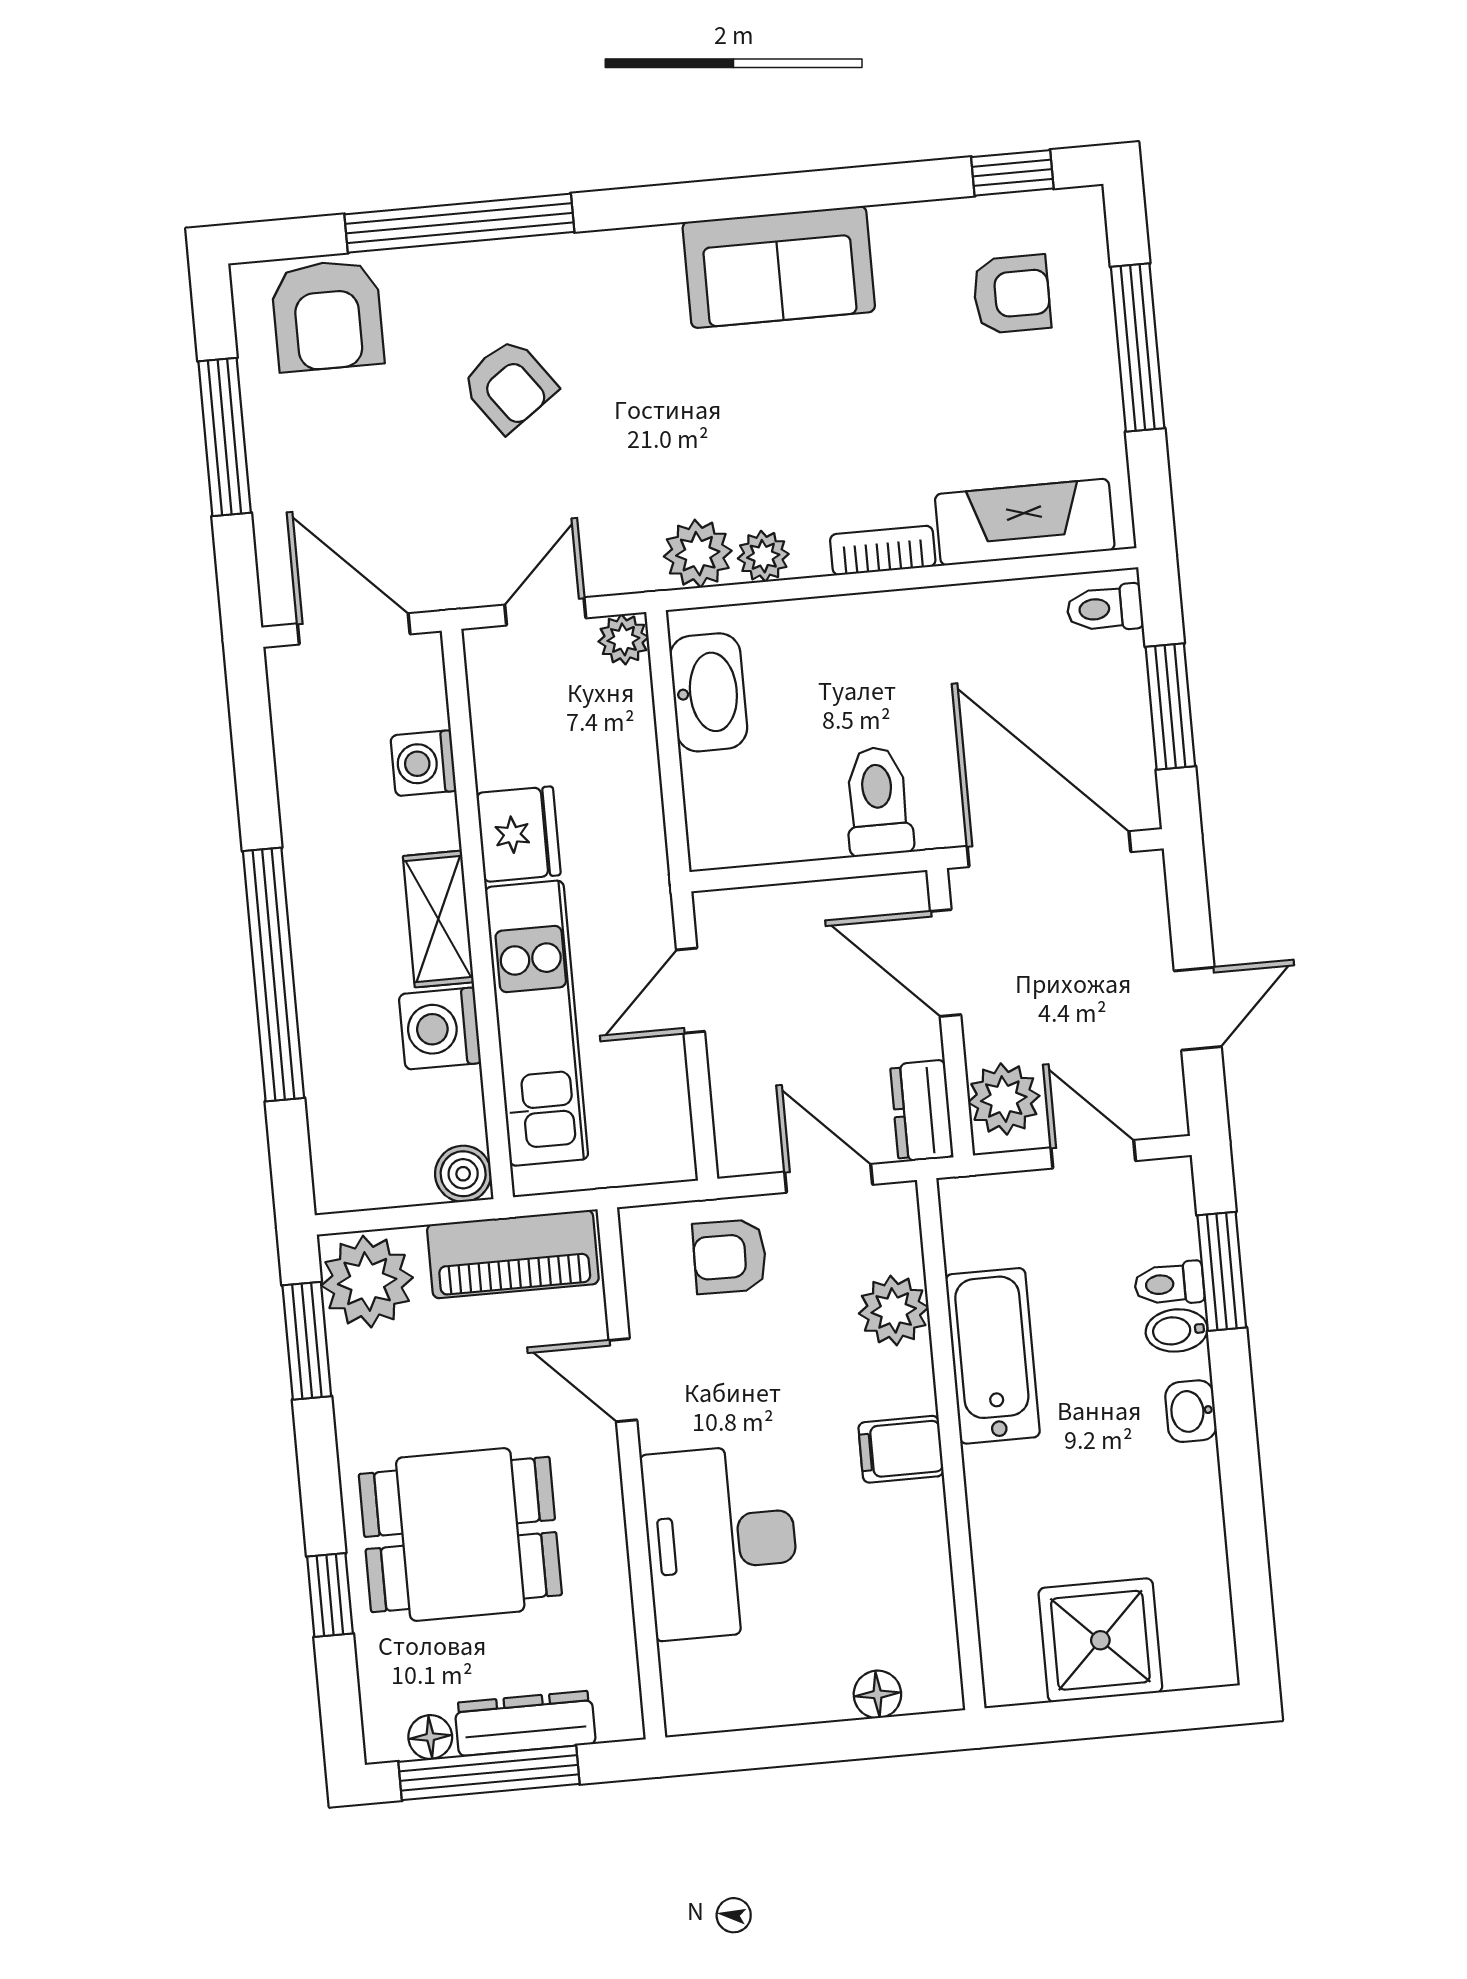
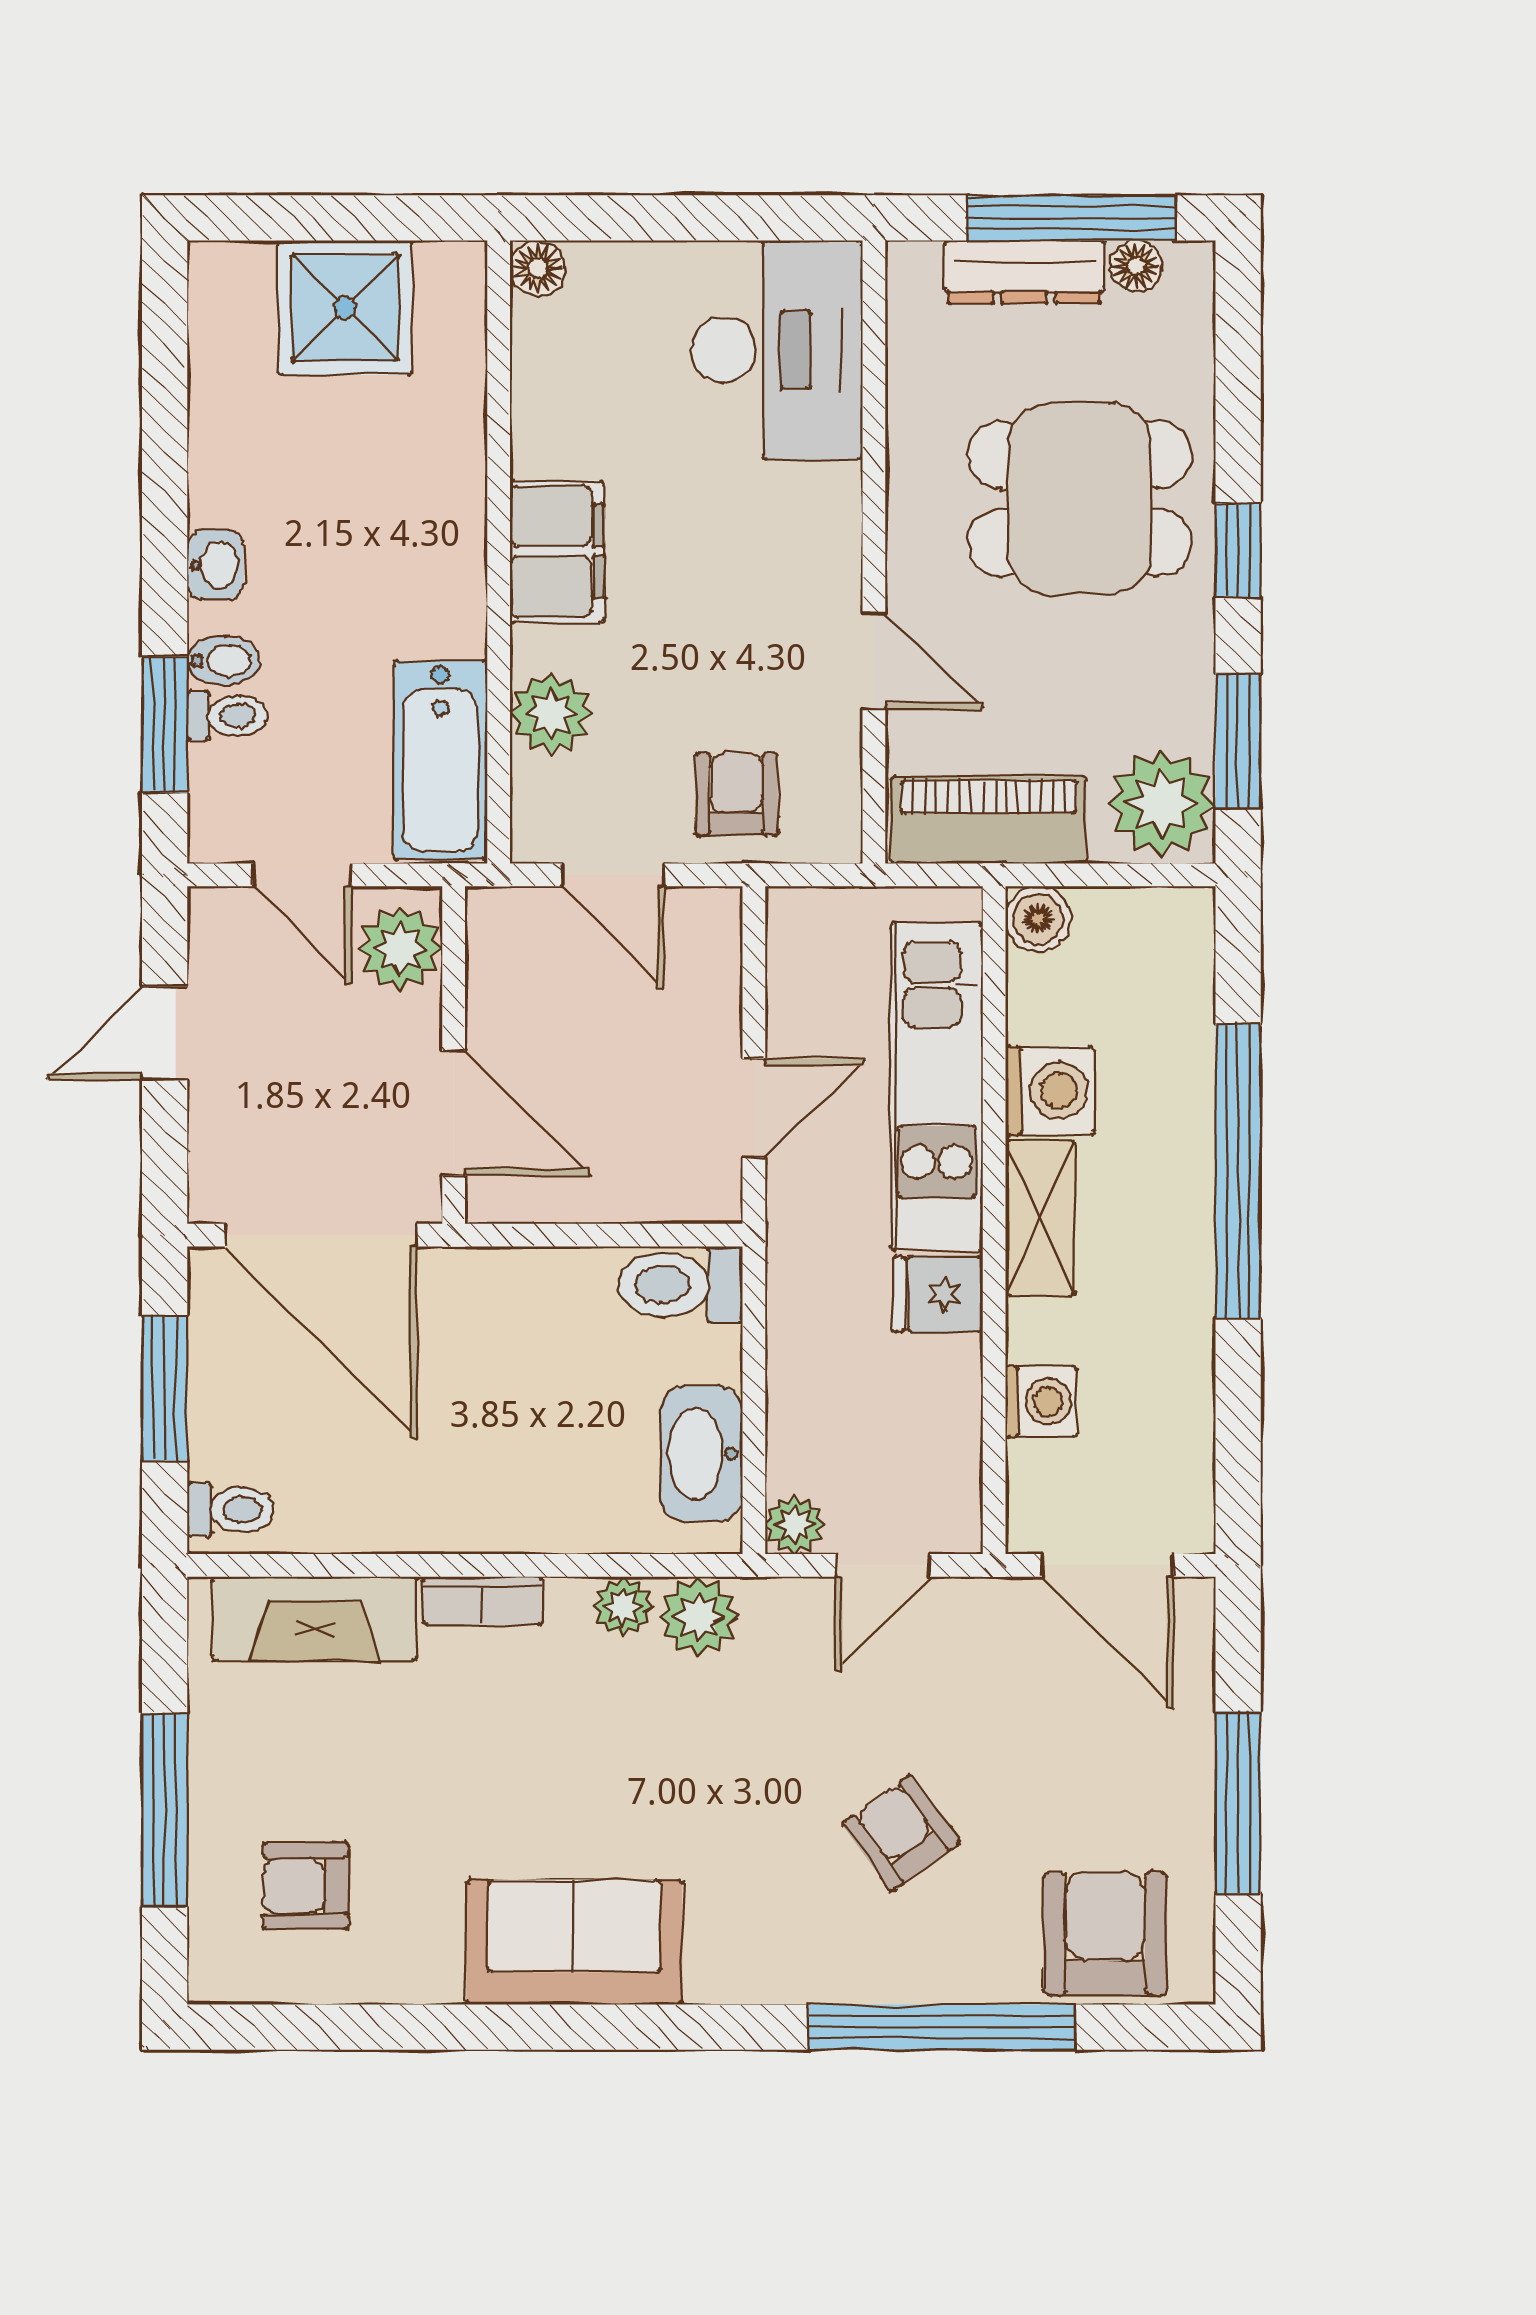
window: (1012, 173) -> (292, 2027), removed
toilet: (878, 801) -> (680, 1284), moved, turned 90
fridge: (518, 834) -> (938, 1294), width x0.72
dresser: (922, 1111) -> (497, 943), removed
armchair: (730, 1257) -> (736, 794), turned -91
bathtub: (993, 1356) -> (440, 760), moved
filing cabinet: (901, 1449) -> (557, 551), width x2.00
desk: (721, 1542) -> (777, 350), moved
window: (330, 1595) -> (1238, 550), moved
floor lamp: (877, 1694) -> (538, 268), moved

